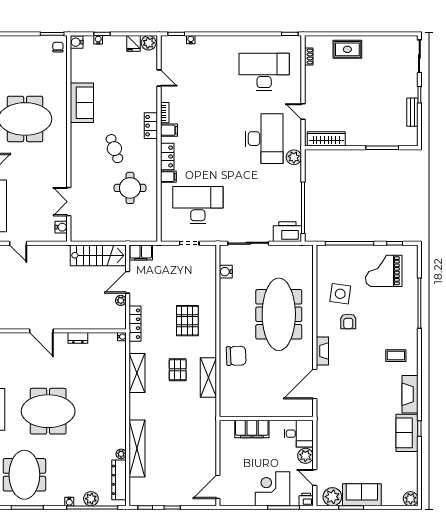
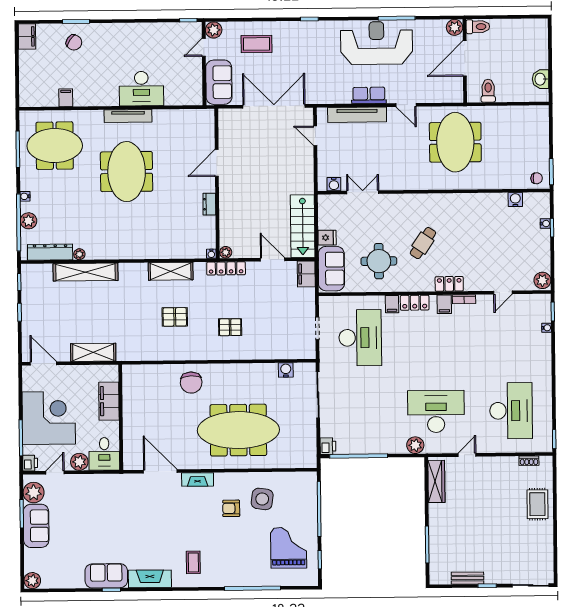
water cooler: (77, 42) -> (515, 200), moved
fridge: (134, 43) -> (327, 238), moved, turned 180
sofa: (82, 103) -> (331, 269), moved, turned -90
desk: (264, 139) -> (436, 411), turned 180
cafe table: (114, 149) -> (423, 243), turned -37
printer: (287, 232) -> (328, 446), width x0.53, depth x0.68
door: (18, 243) -> (315, 136), hinge flipped
plant: (121, 300) -> (226, 252), moved
pallet: (187, 321) -> (230, 327), width x0.67, depth x0.71
shelving: (208, 377) -> (93, 352), moved
corner desk: (272, 489) -> (49, 418), width x1.36, depth x1.36

